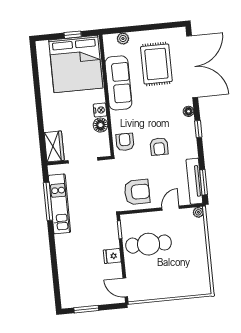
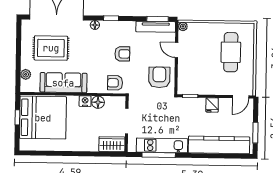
cafe table: (149, 244) -> (231, 52), moved
kitchen counter: (67, 269) -> (219, 145), added

